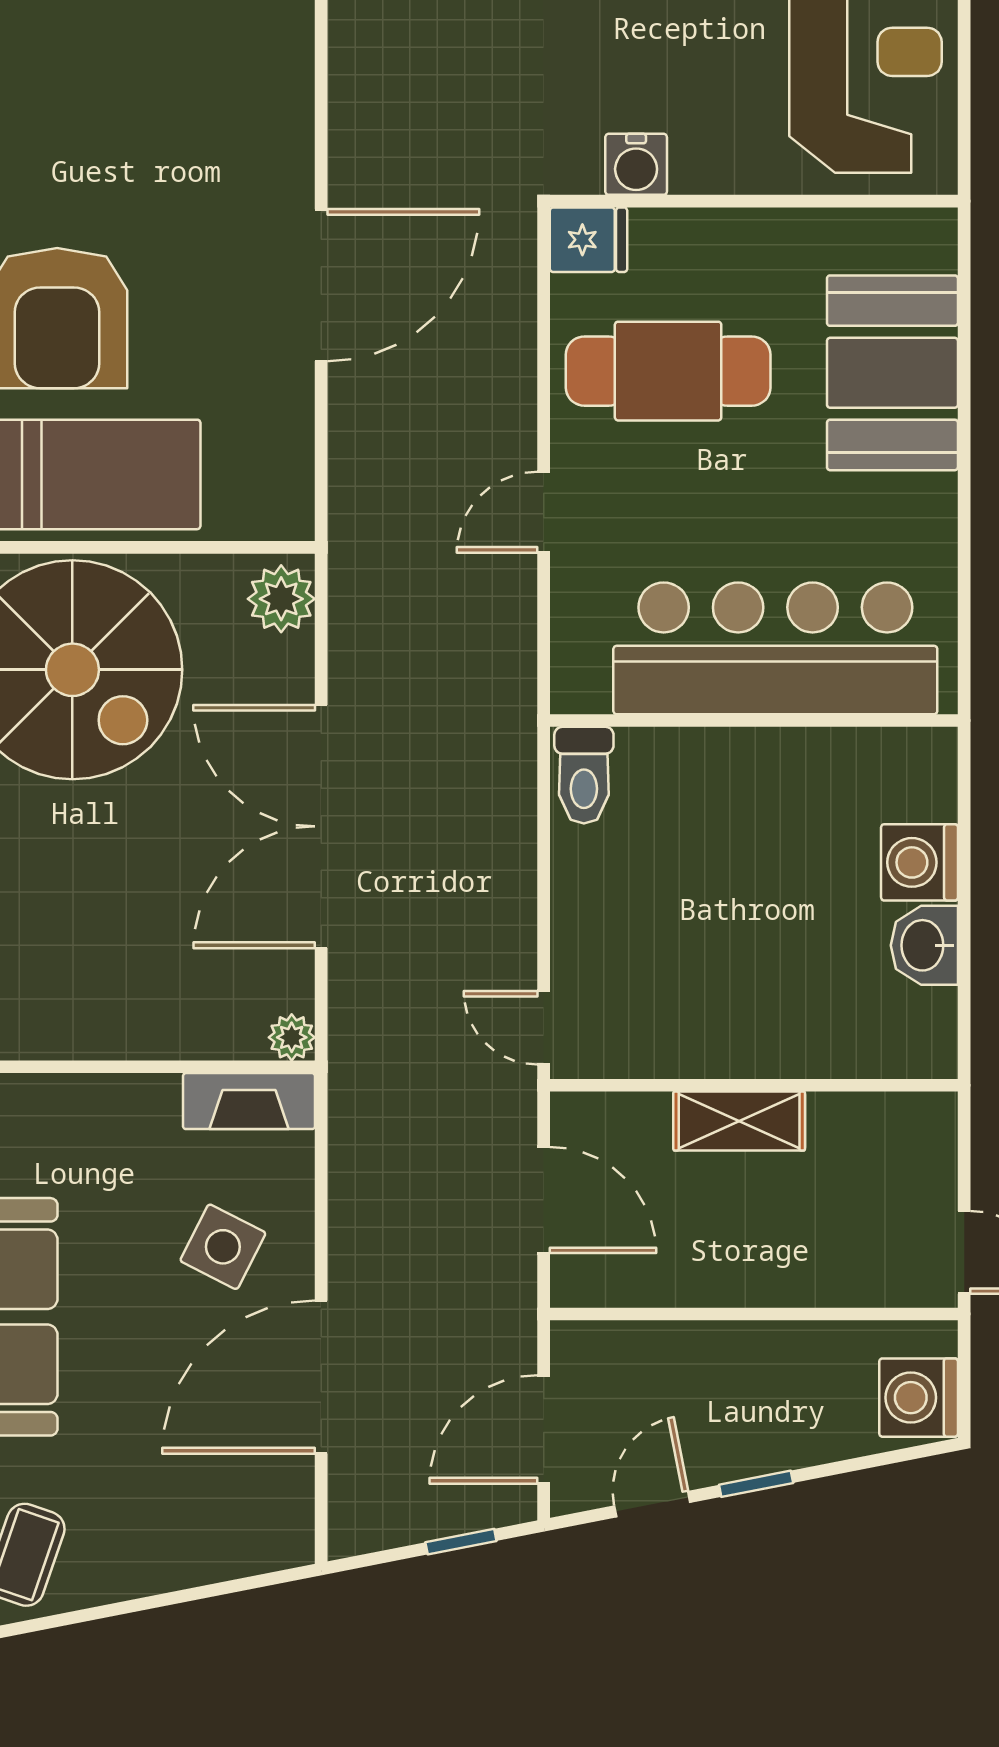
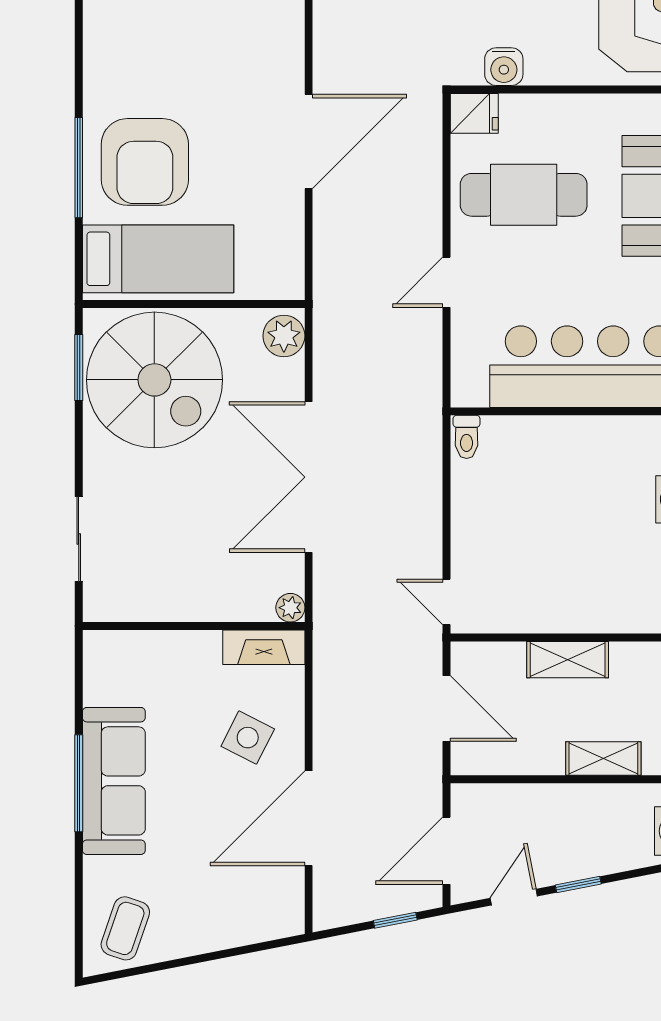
toilet: (584, 775) -> (467, 437), width x0.73, depth x0.72
shelving: (797, 1281) -> (603, 759), added

